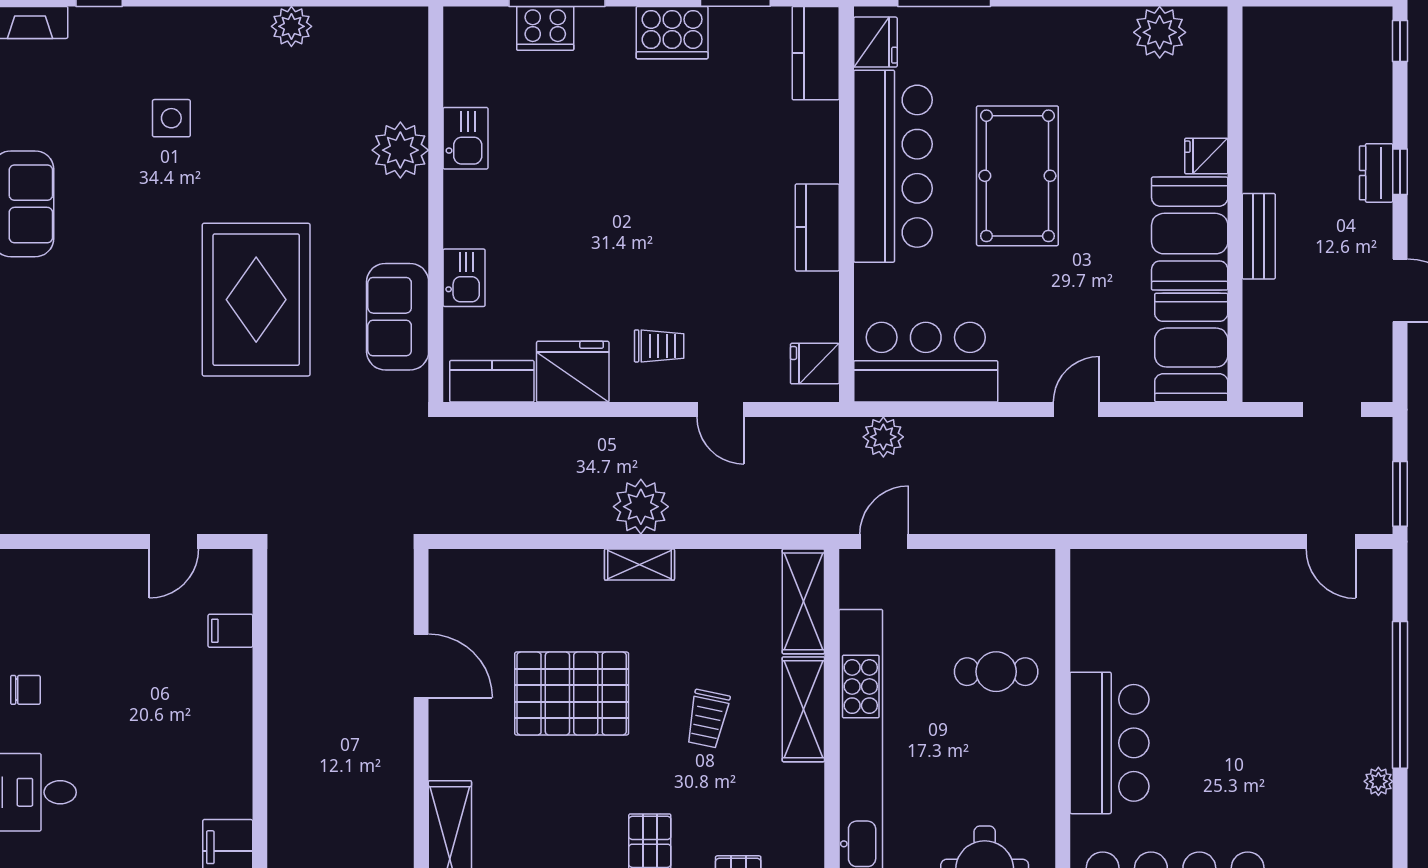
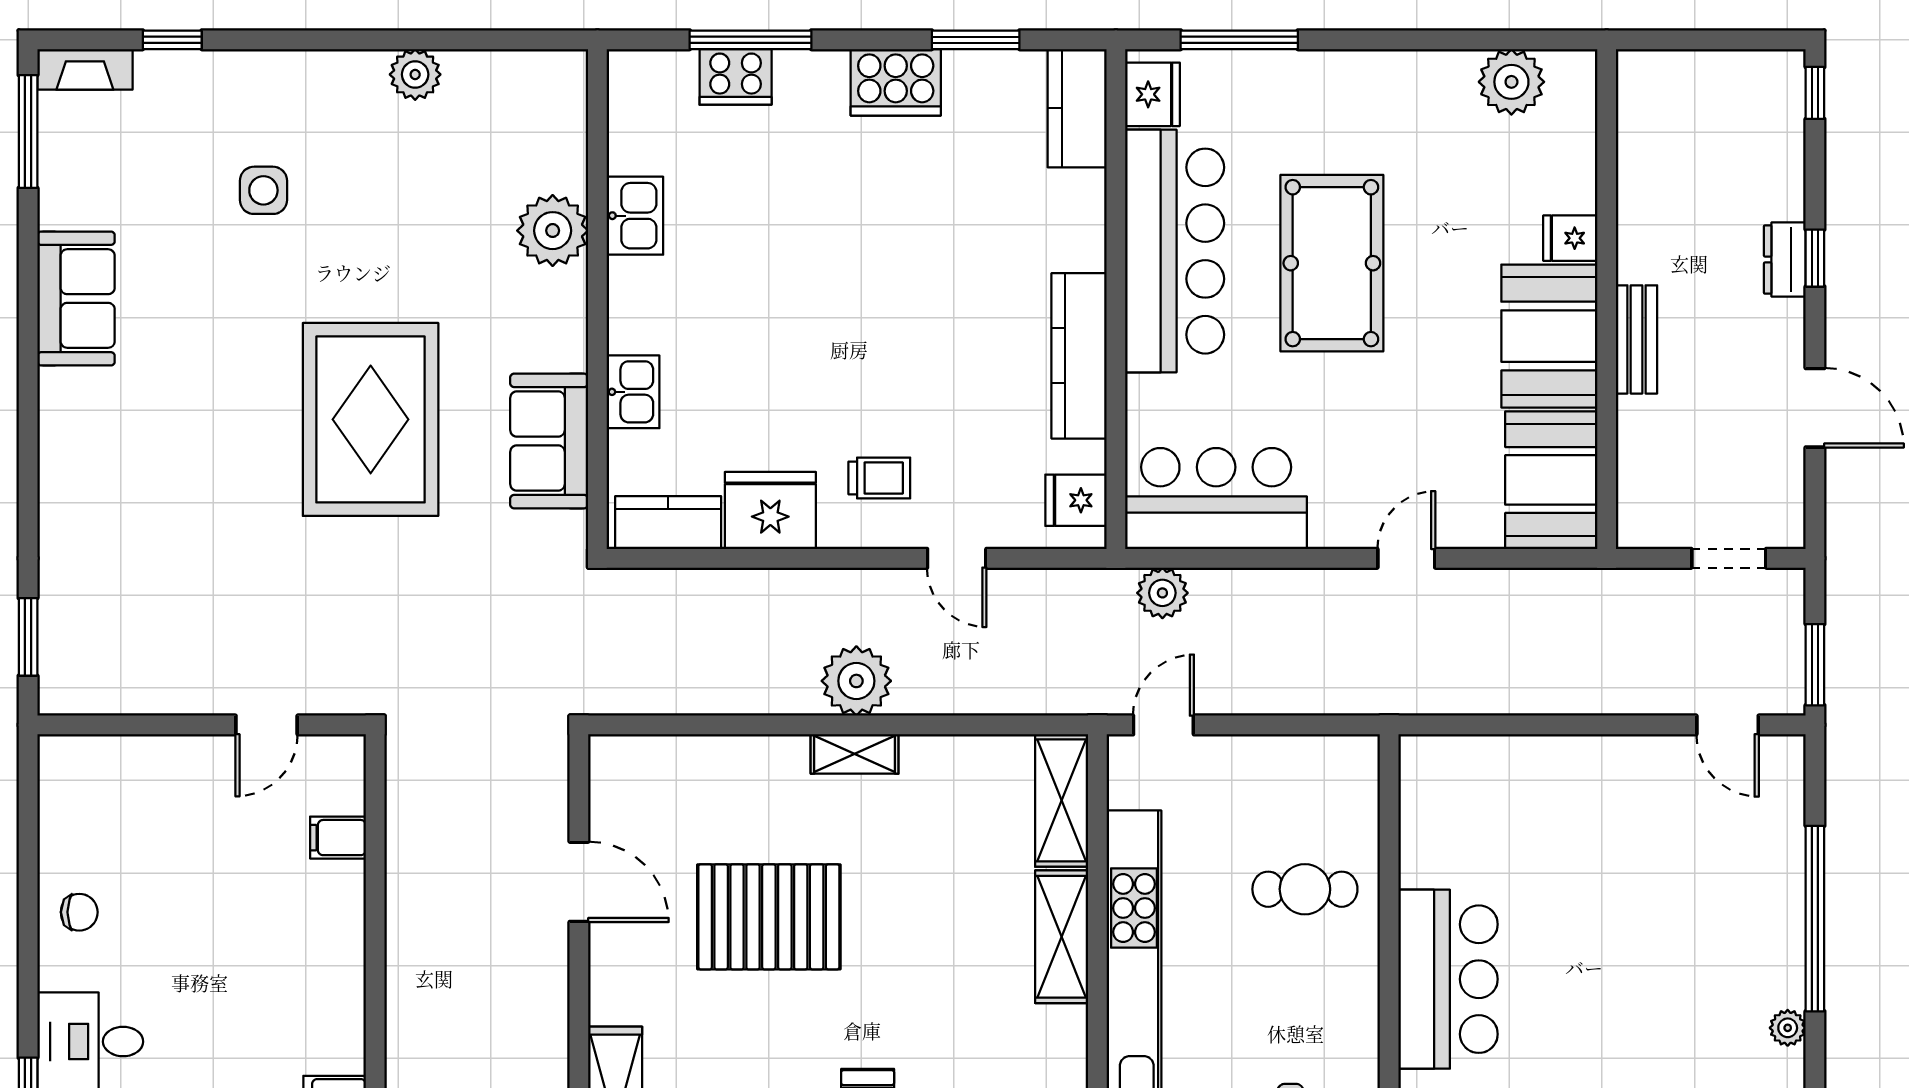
kitchen counter: (817, 227) -> (1079, 356), width x1.50
trolley: (708, 719) -> (941, 949), removed

